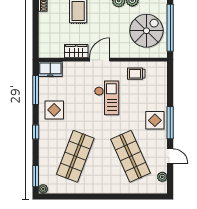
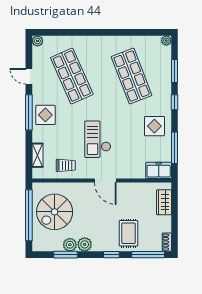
wardrobe: (76, 51) -> (164, 202), moved, turned 90
door: (100, 60) -> (105, 181), hinge flipped
shelving: (162, 83) -> (38, 155), added
shop shelf: (75, 156) -> (132, 76), turned -42
window: (36, 176) -> (174, 71), moved
plant: (162, 177) -> (37, 41), moved

